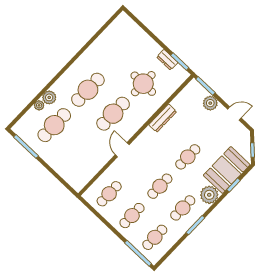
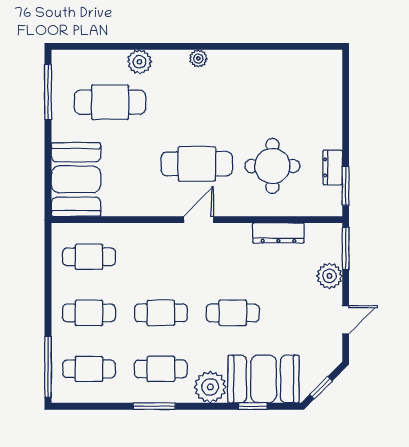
cafe table: (88, 90) -> (197, 102), removed
plant: (39, 105) -> (198, 58), moved
door: (234, 114) -> (346, 320), hinge flipped
dresser: (163, 118) -> (278, 233), moved
door: (122, 150) -> (199, 220), moved
booth: (73, 169) -> (76, 179), added

